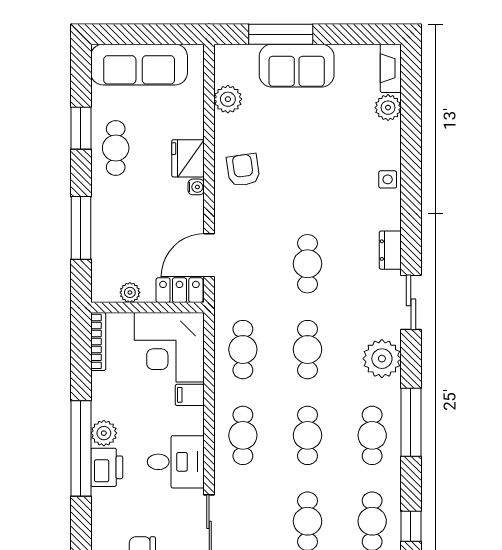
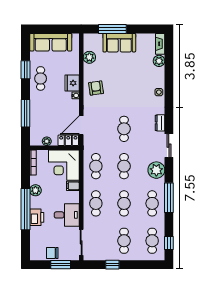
plant: (104, 433) -> (35, 190), moved

